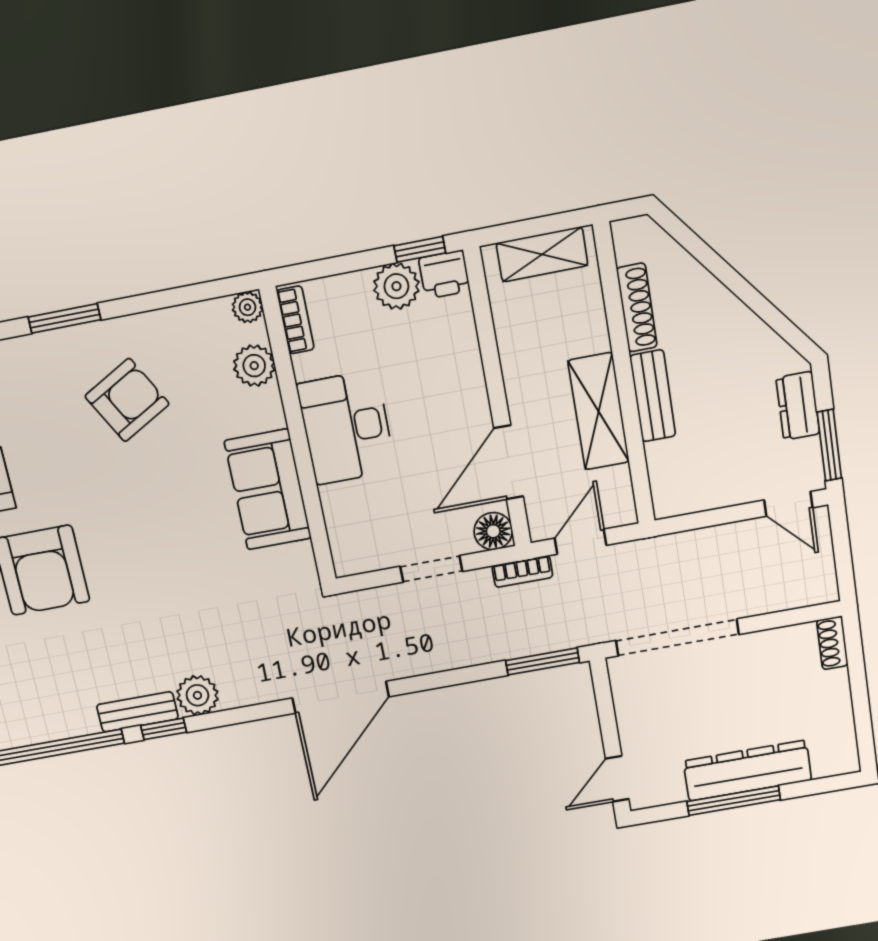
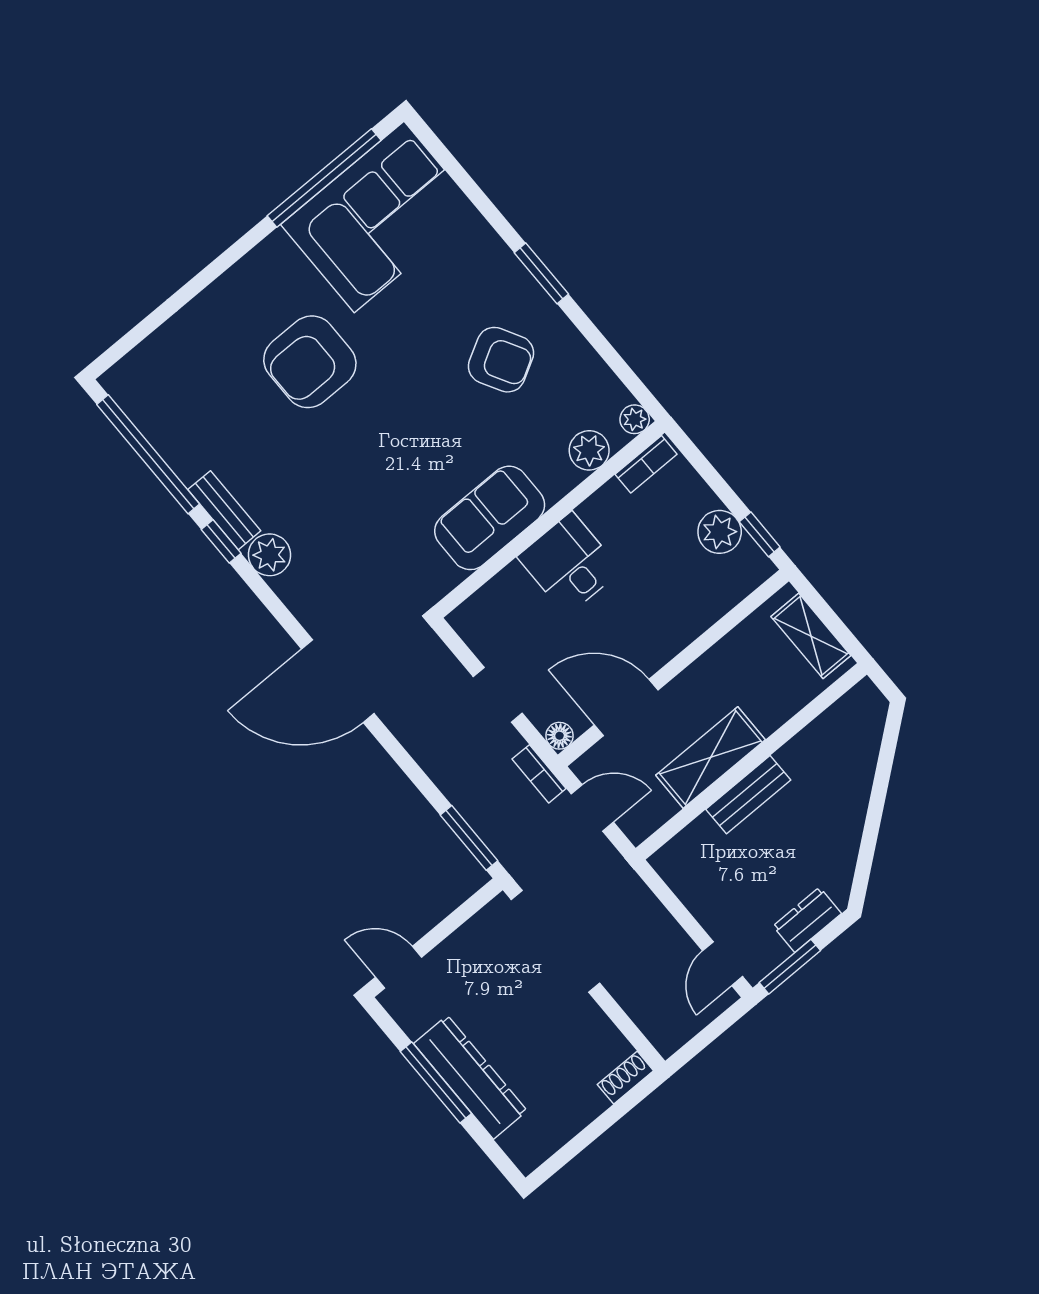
printer: (444, 275) -> (751, 566), removed
shoe rack: (637, 308) -> (812, 738), removed
desk: (346, 428) -> (569, 564), width x0.73
floor lamp: (493, 531) -> (560, 736), width x0.73, depth x0.73

